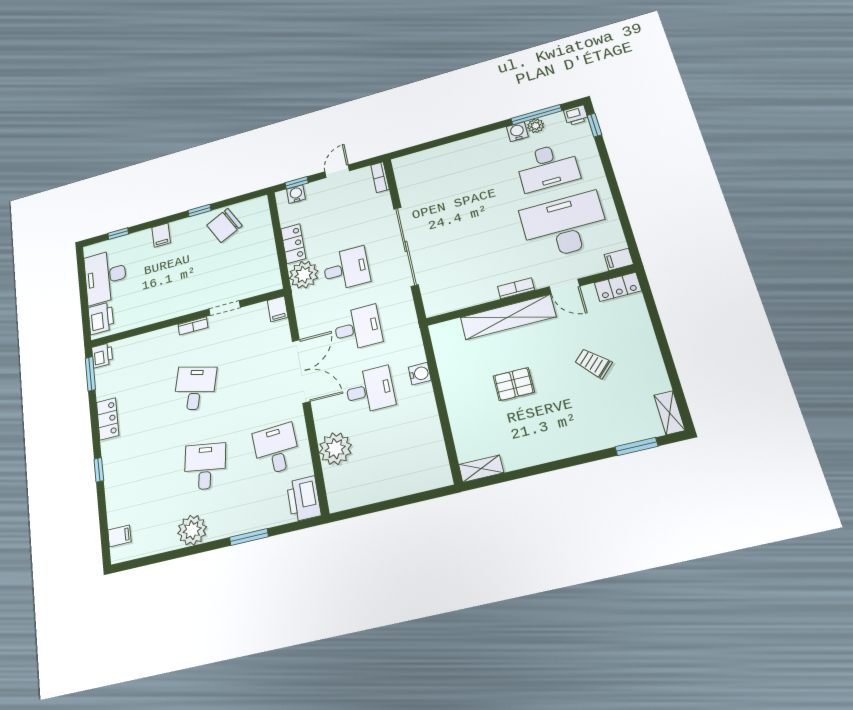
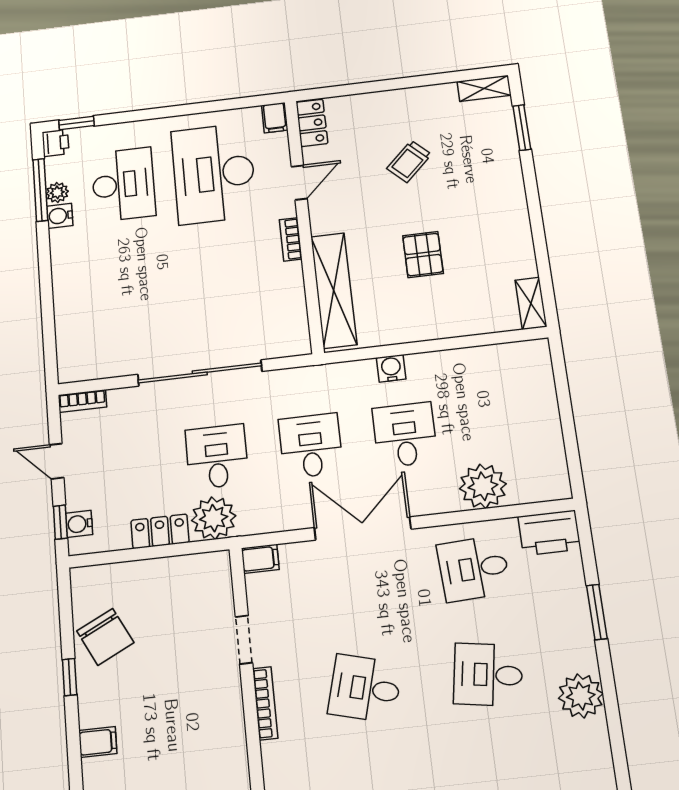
shelving: (508, 317) -> (334, 290), moved
bookcase: (193, 326) -> (265, 703), width x1.56

